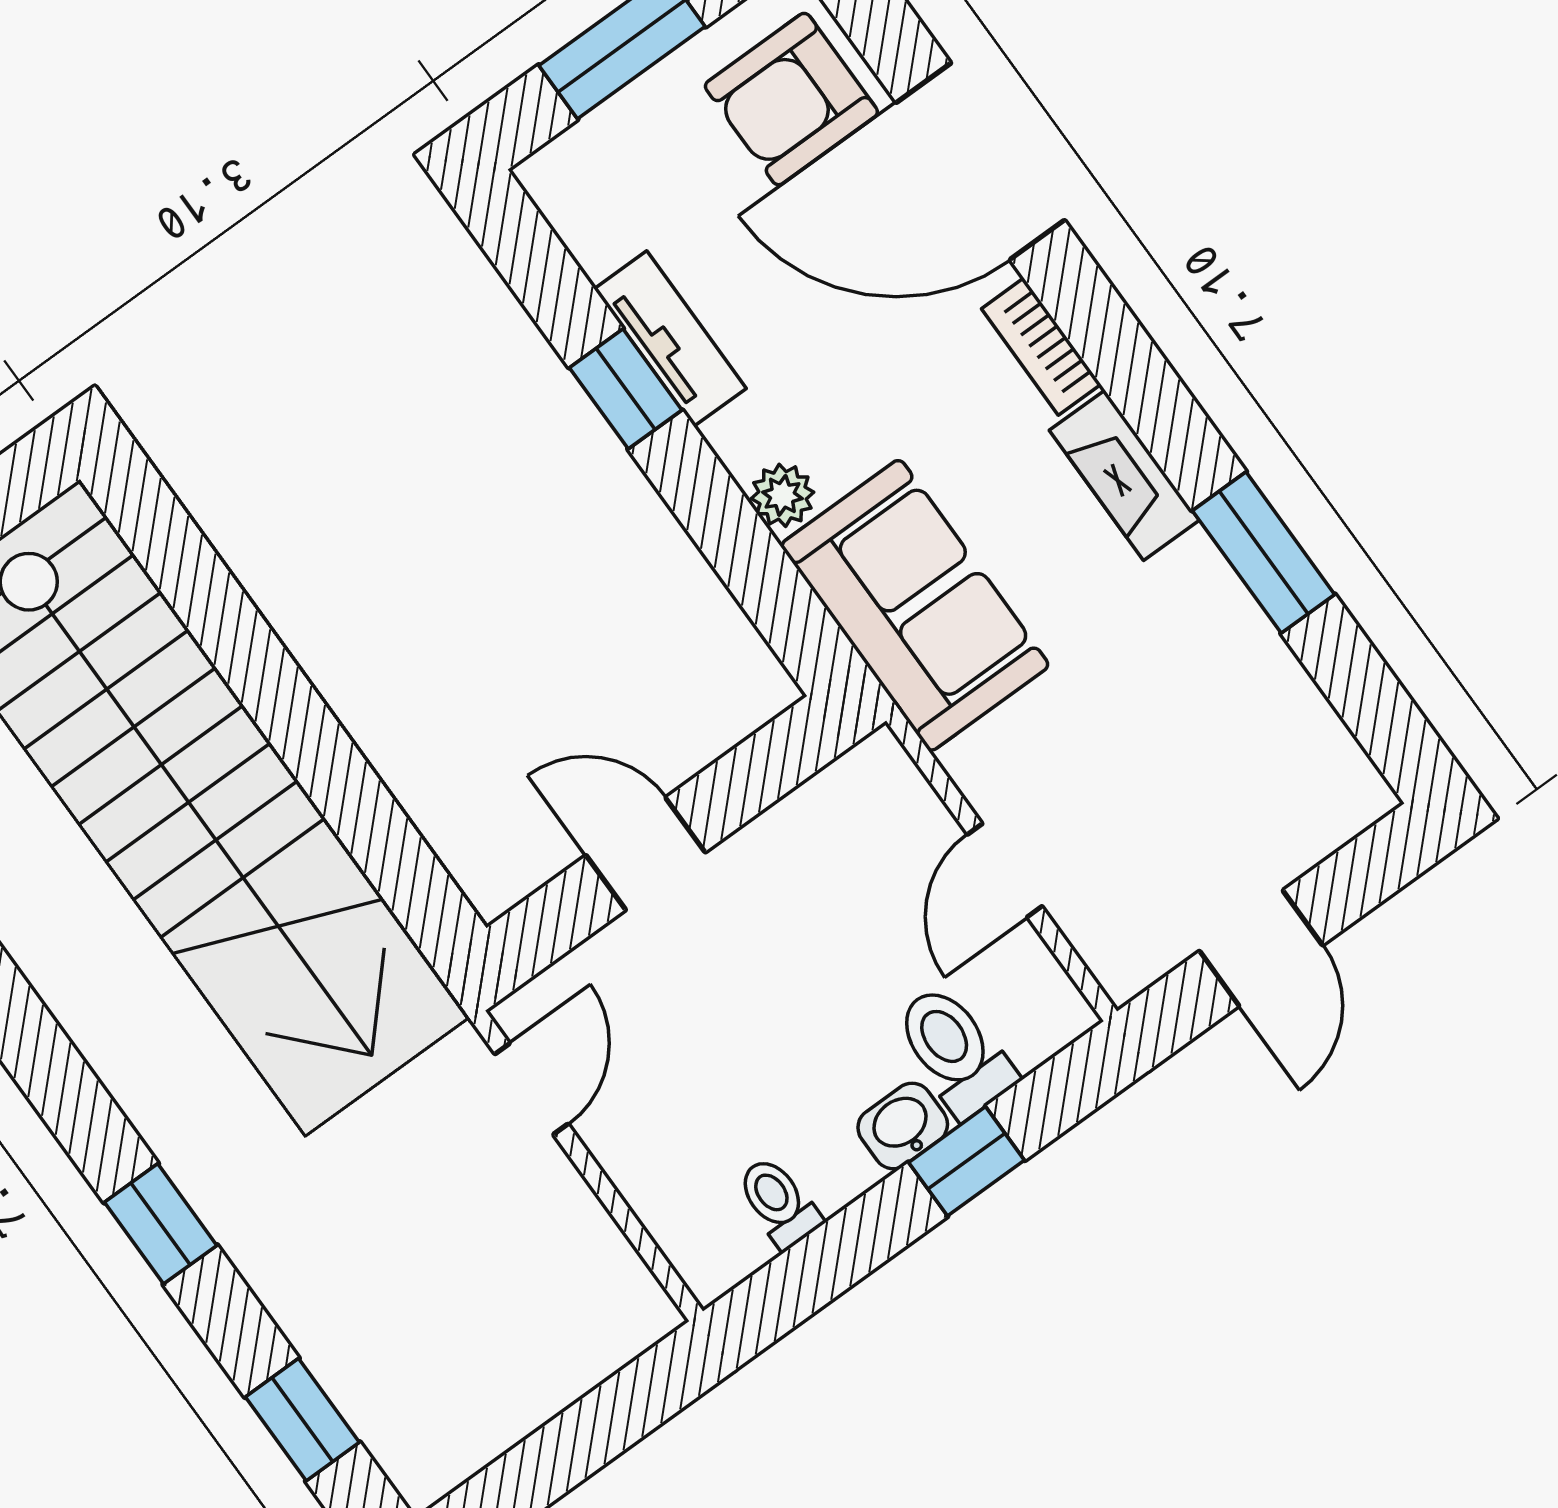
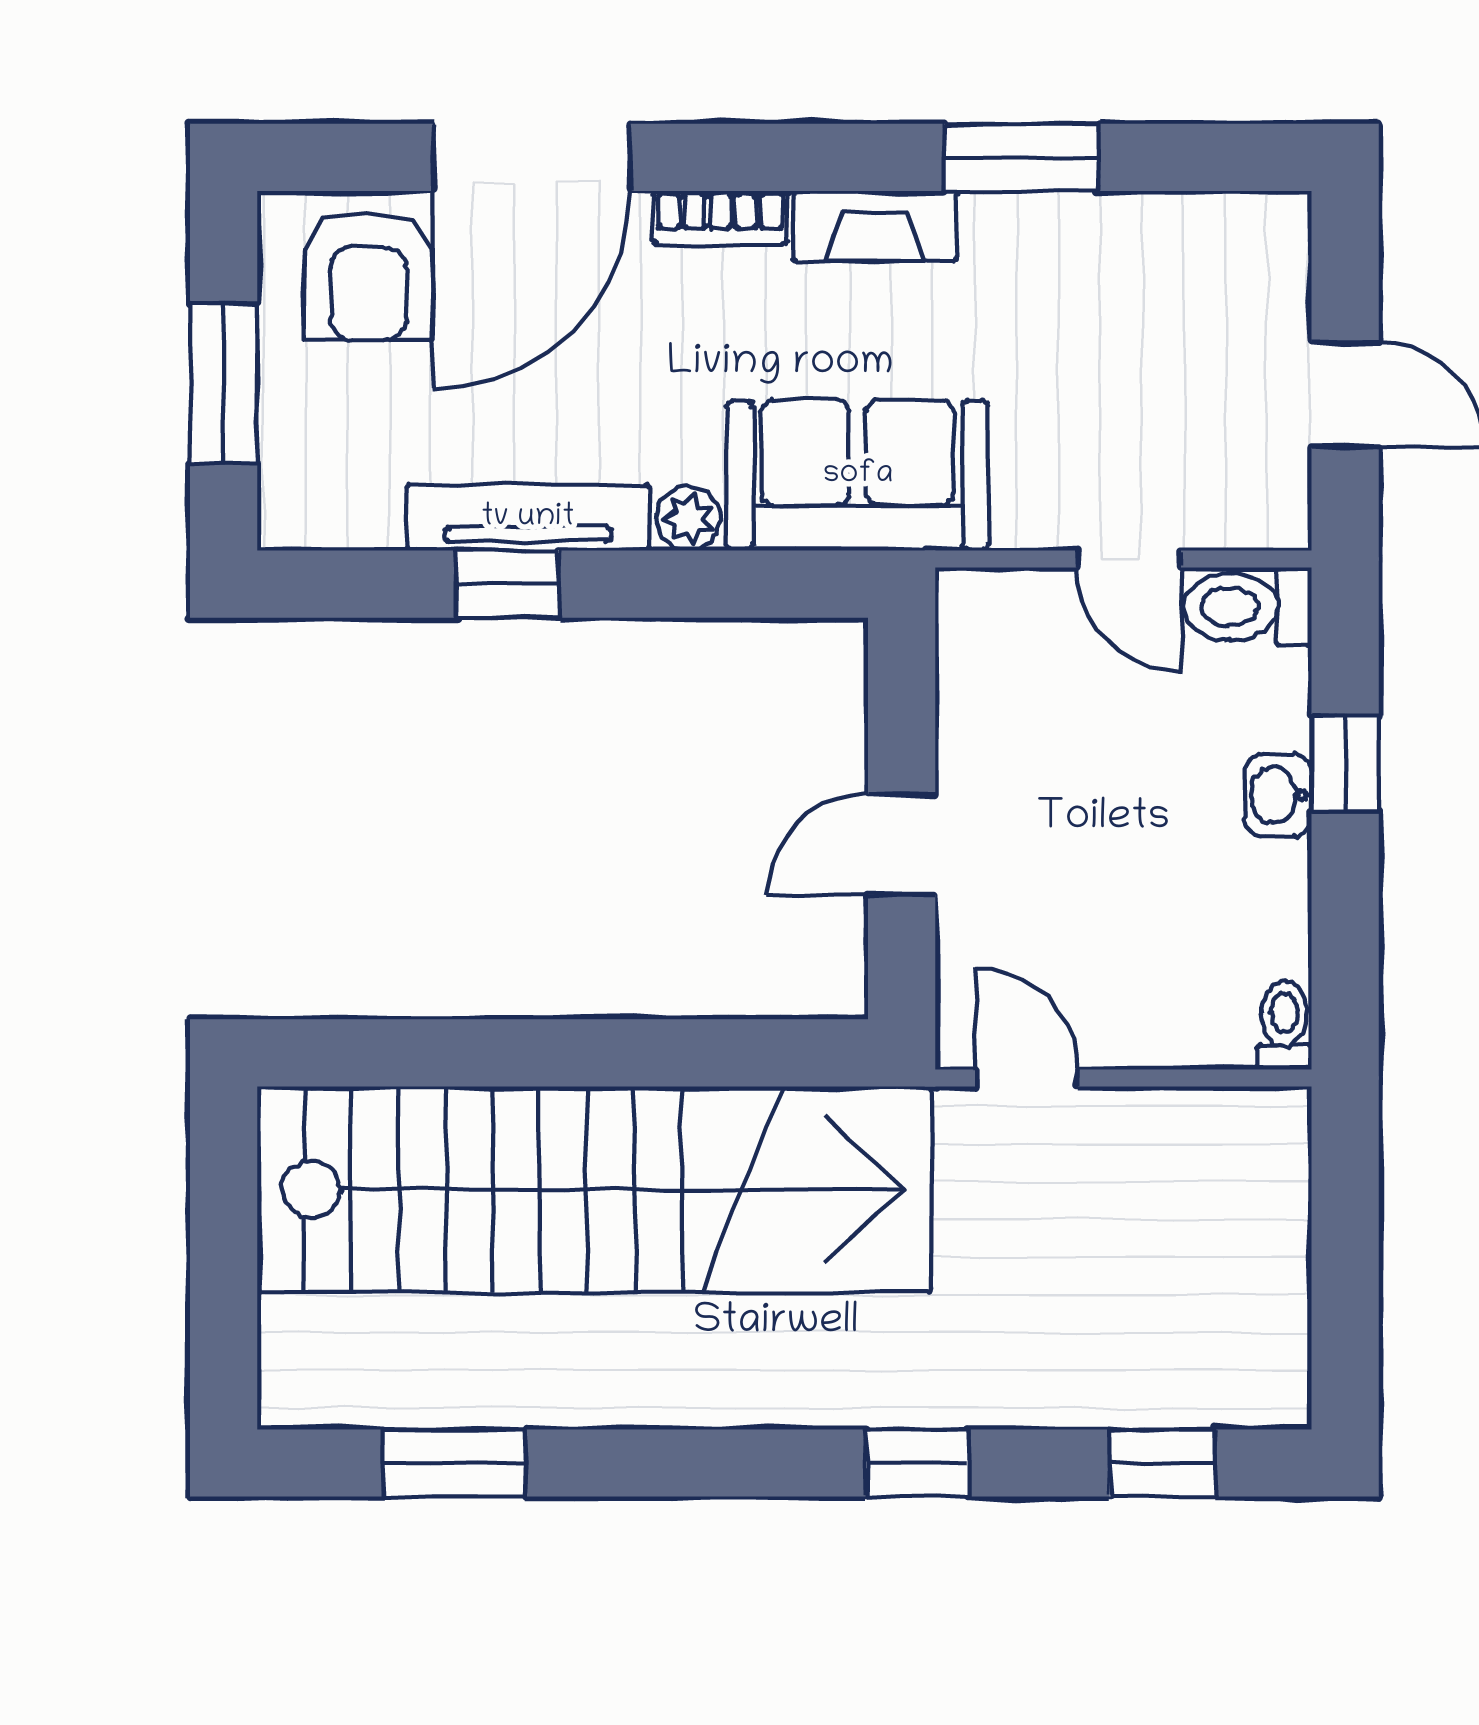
tv unit: (670, 339) -> (528, 518), width x1.41
toilet: (955, 1051) -> (1247, 607), moved
toilet: (779, 1202) -> (1284, 1025), moved, turned 90

